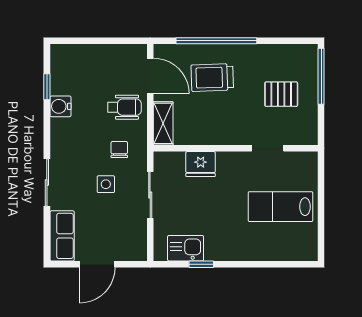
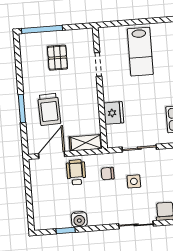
window: (216, 41) -> (22, 108), width x0.47

